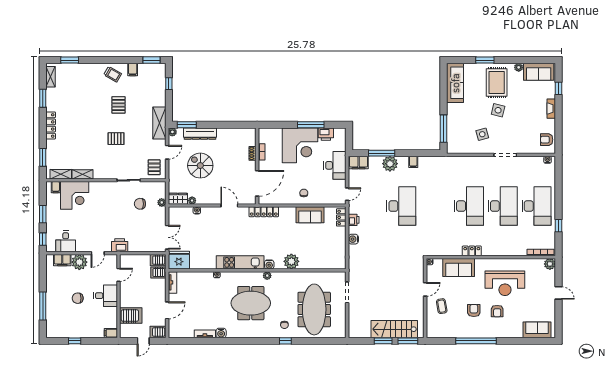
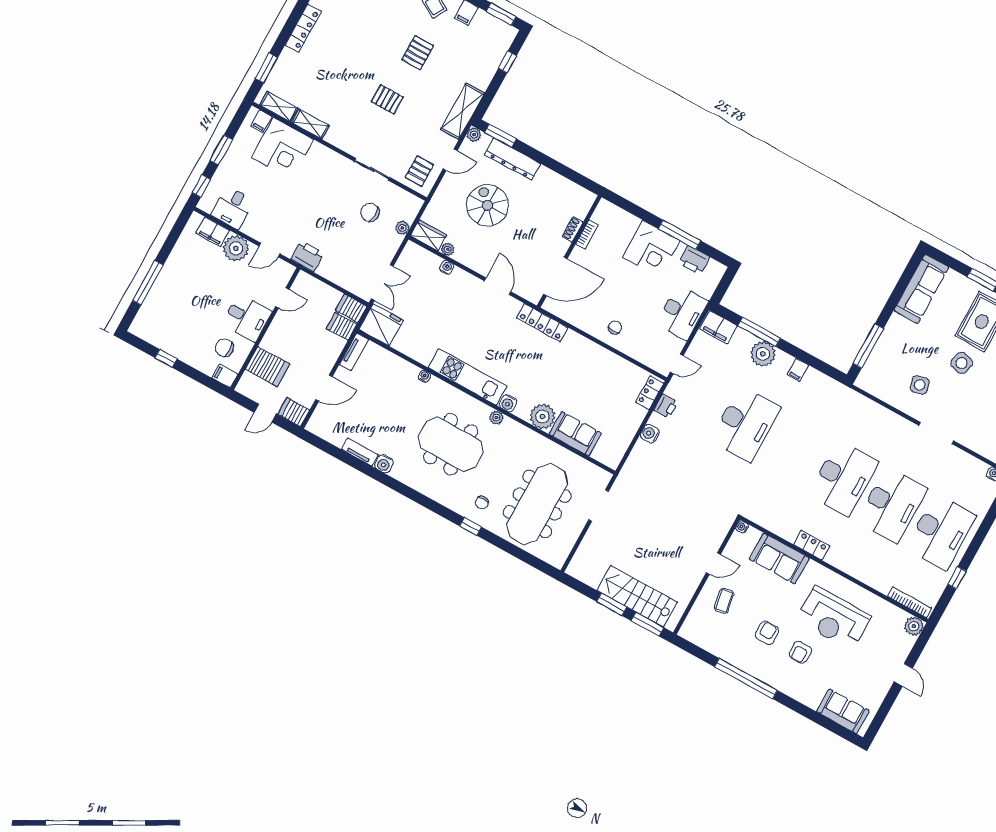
corner desk: (300, 145) -> (651, 249), width x0.74, depth x0.74
sofa: (310, 215) -> (575, 434), moved, turned 180
chair: (78, 298) -> (224, 348), moved

